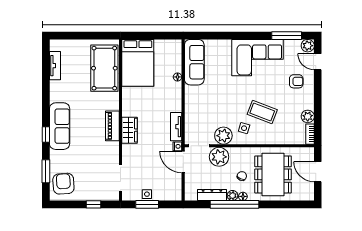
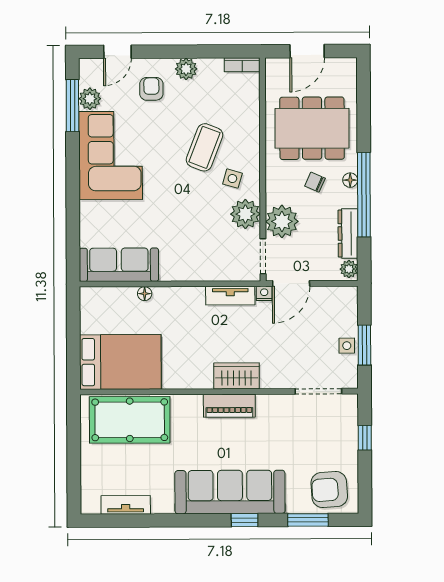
plant: (308, 46) -> (90, 99), moved
plant: (308, 116) -> (186, 69), moved
sofa: (60, 126) -> (230, 492), width x1.36, depth x1.27
plant: (233, 196) -> (349, 269), moved

